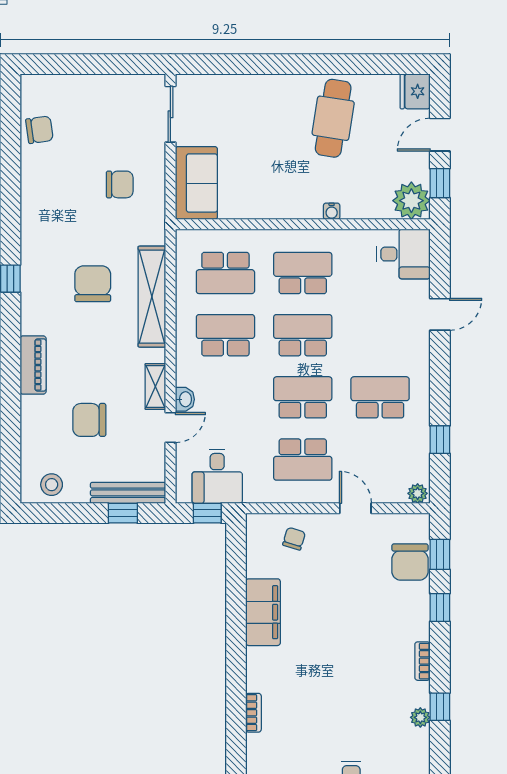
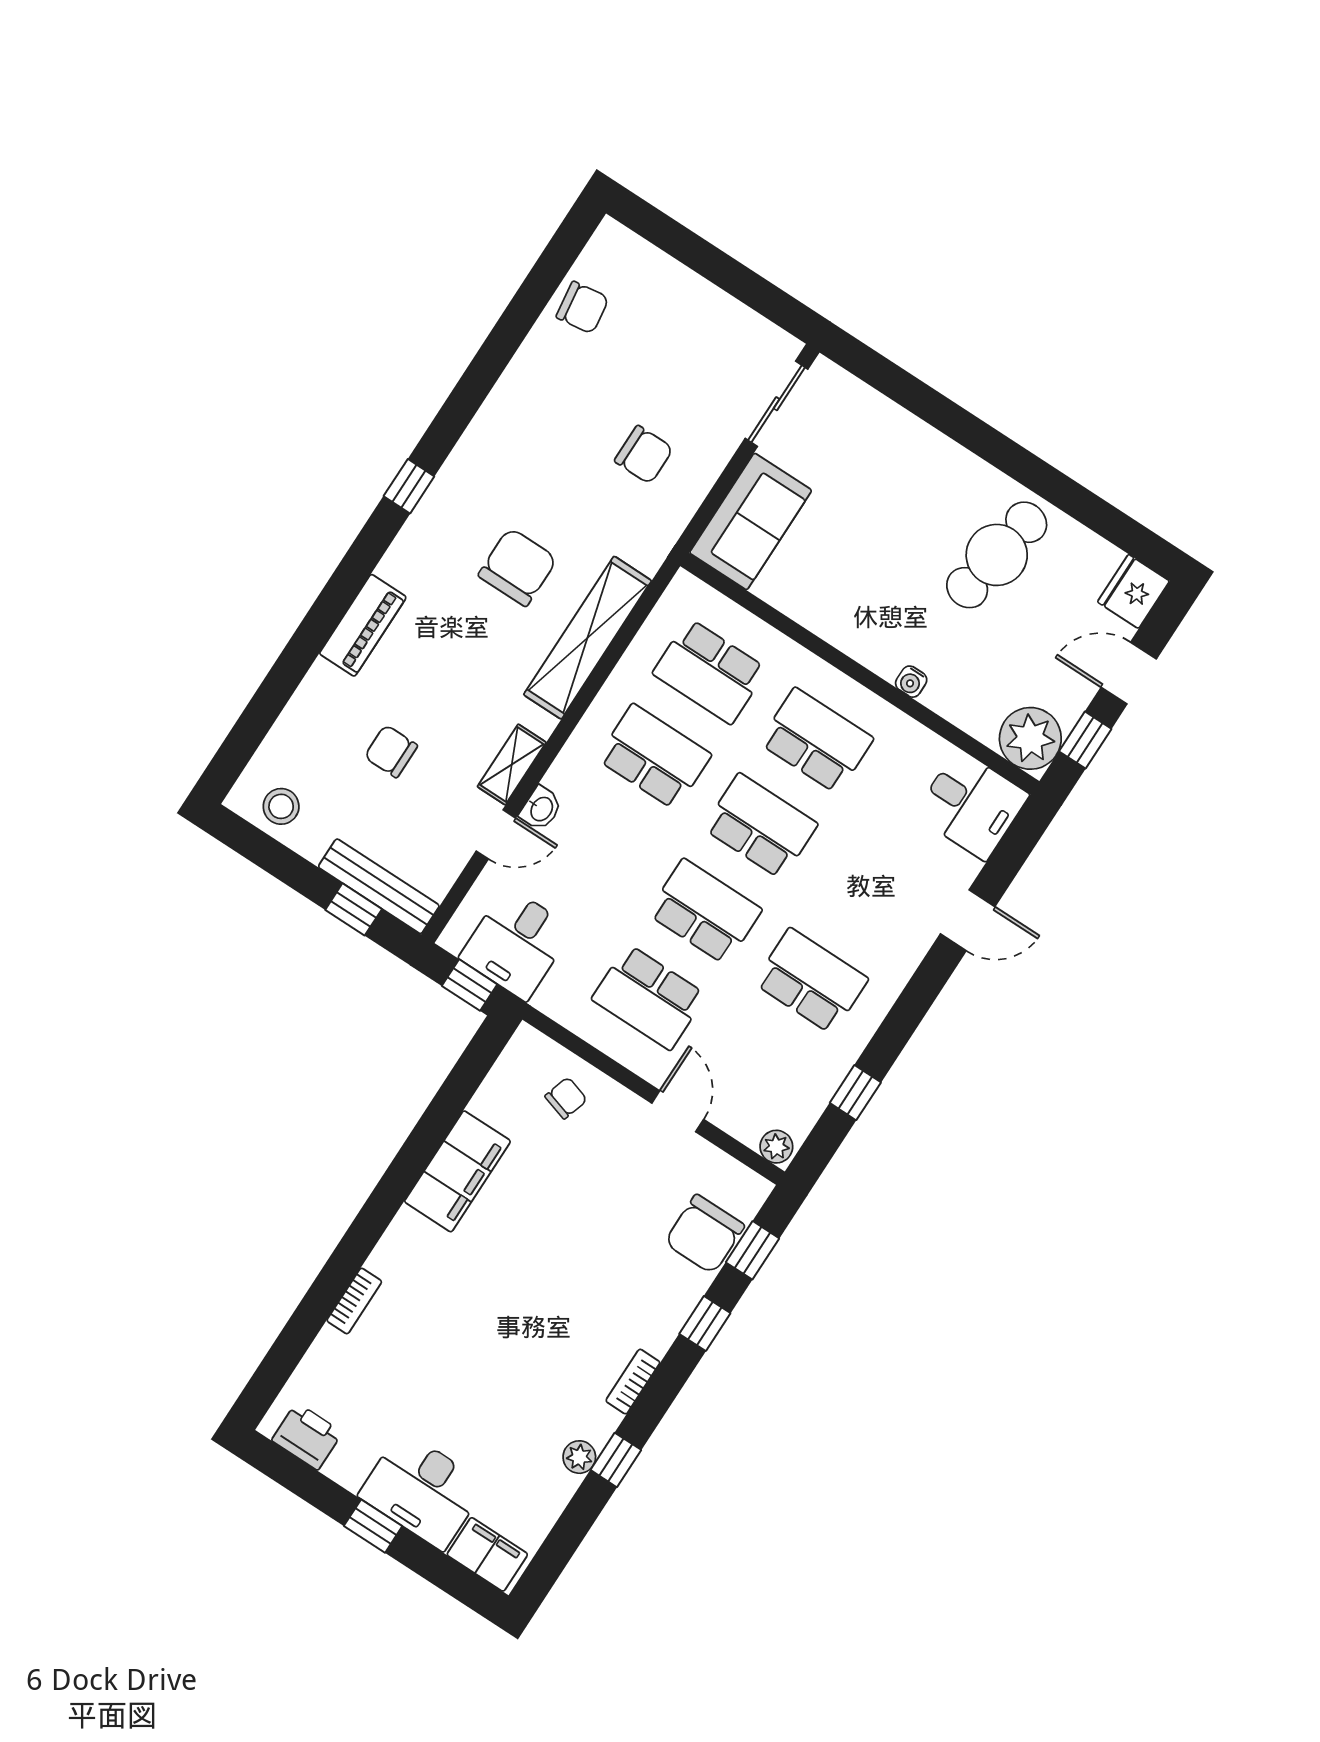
chair: (89, 420) -> (391, 751), width x0.73, depth x0.73

